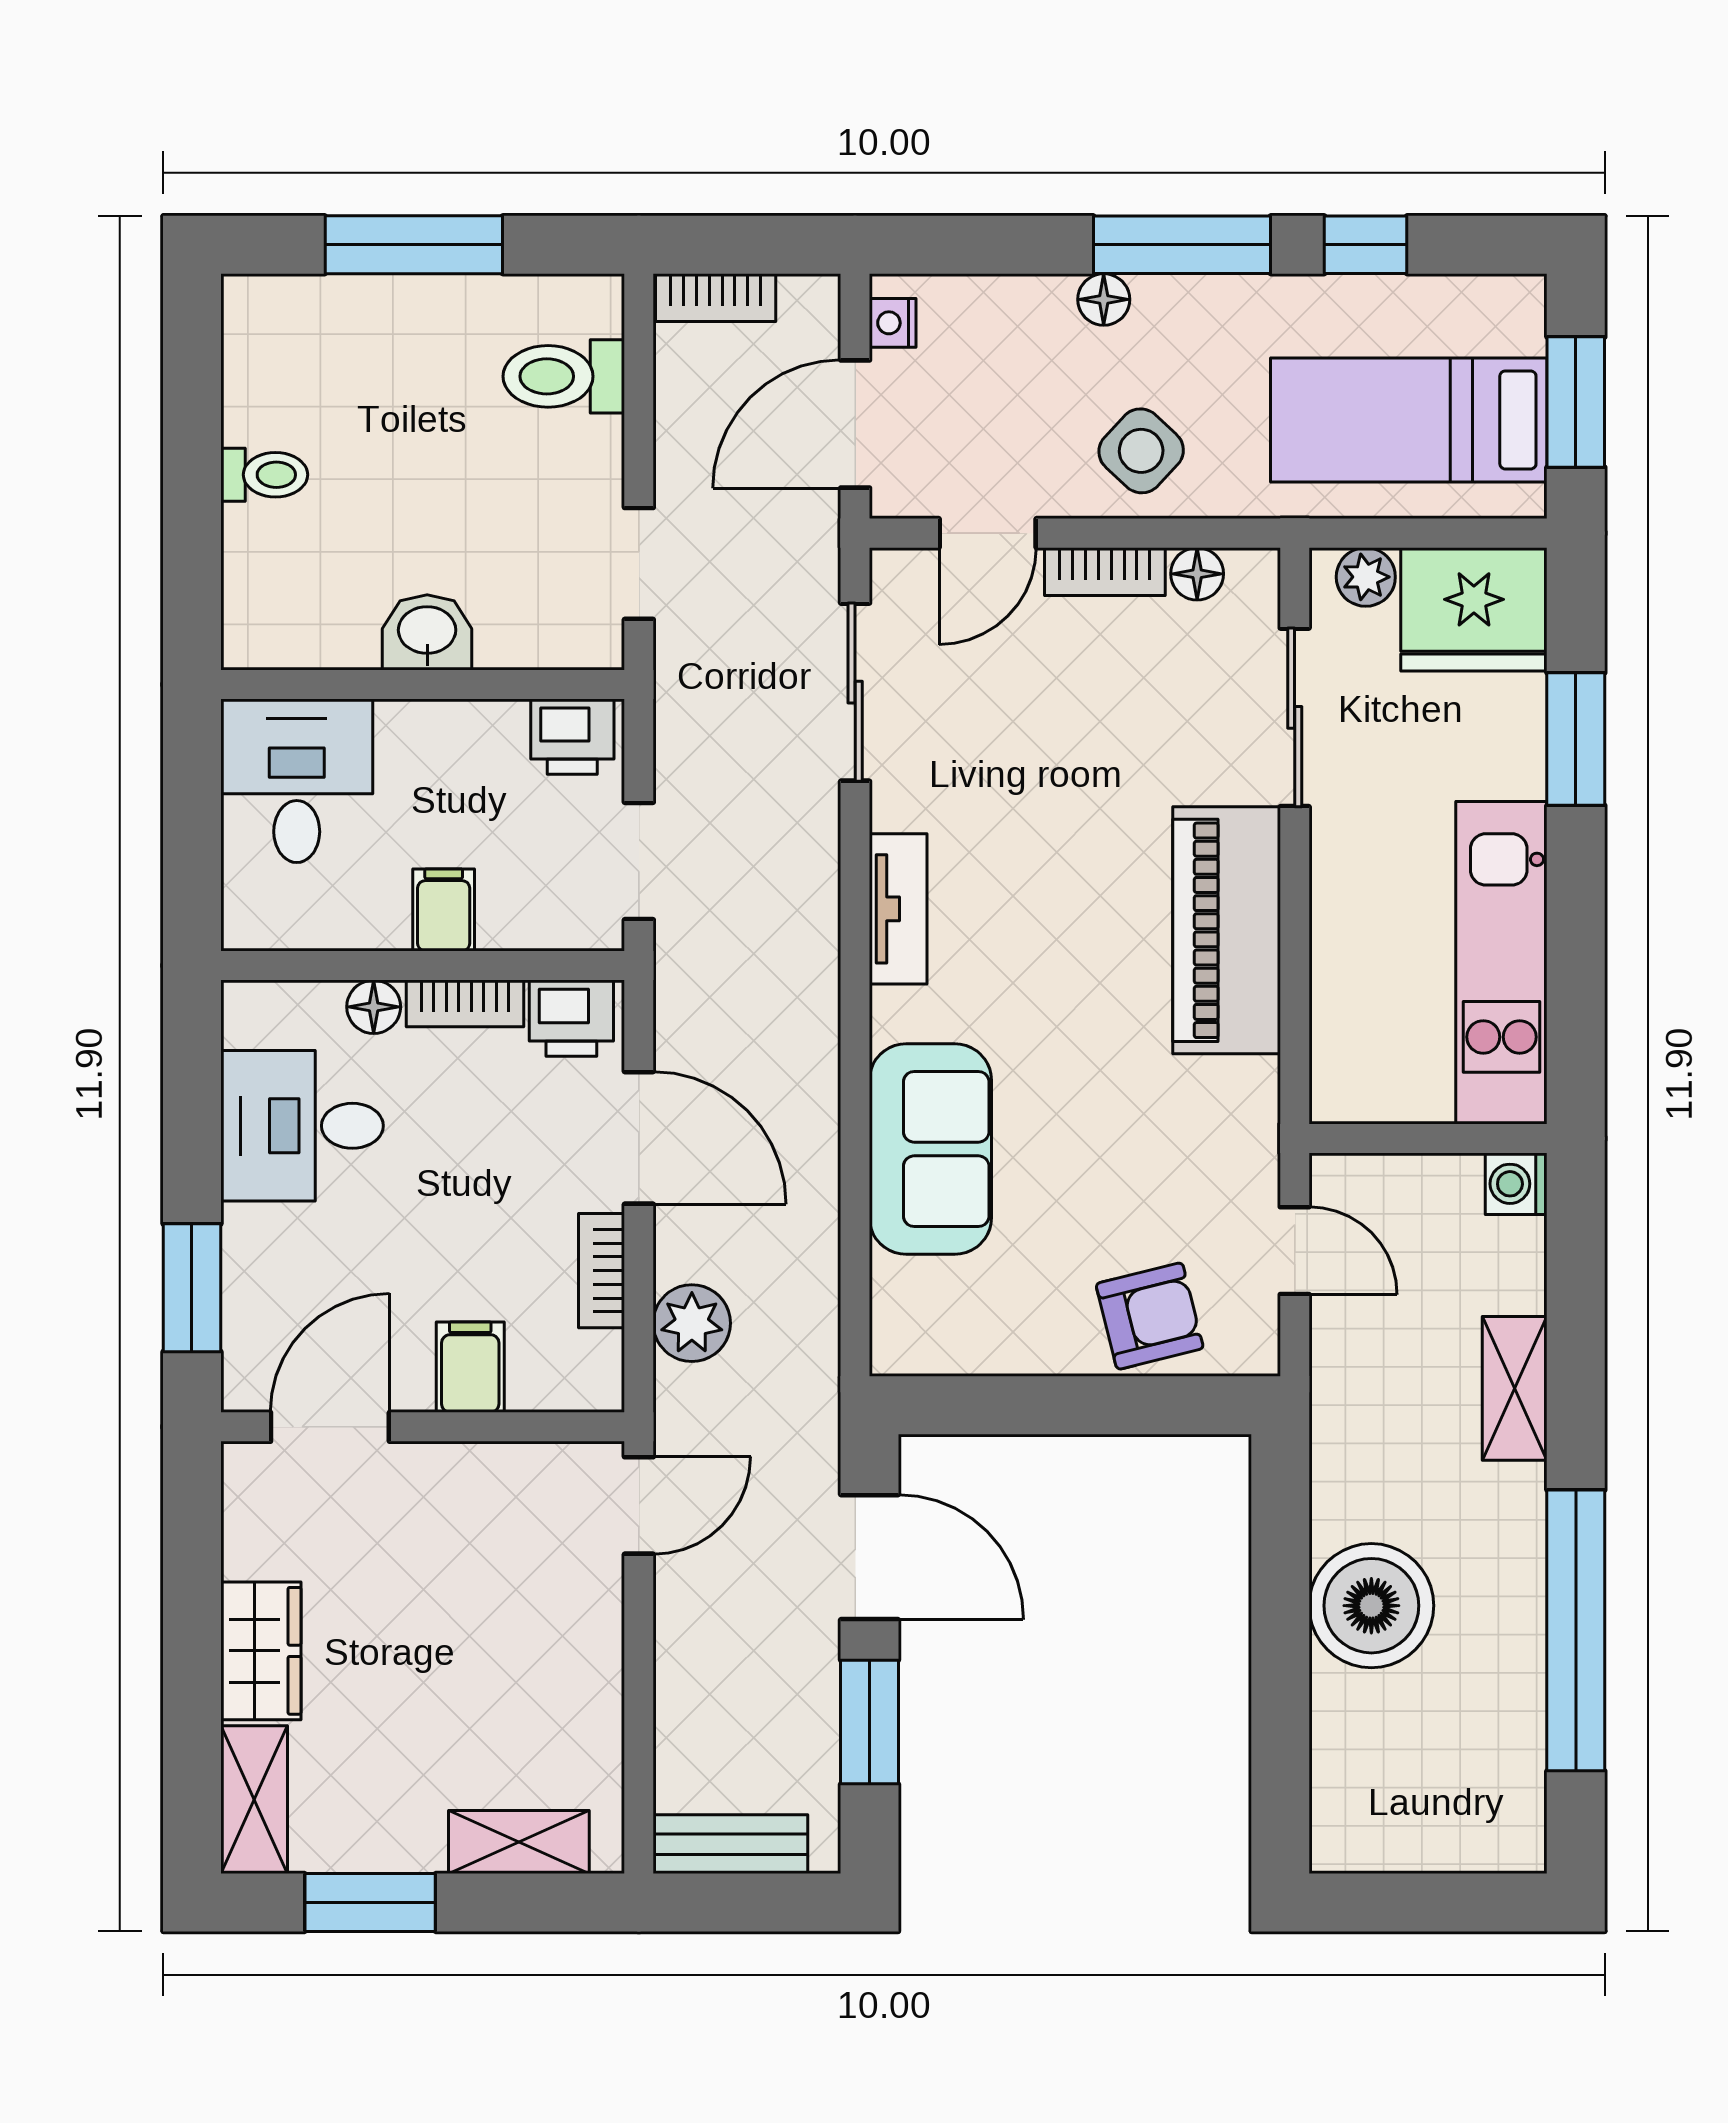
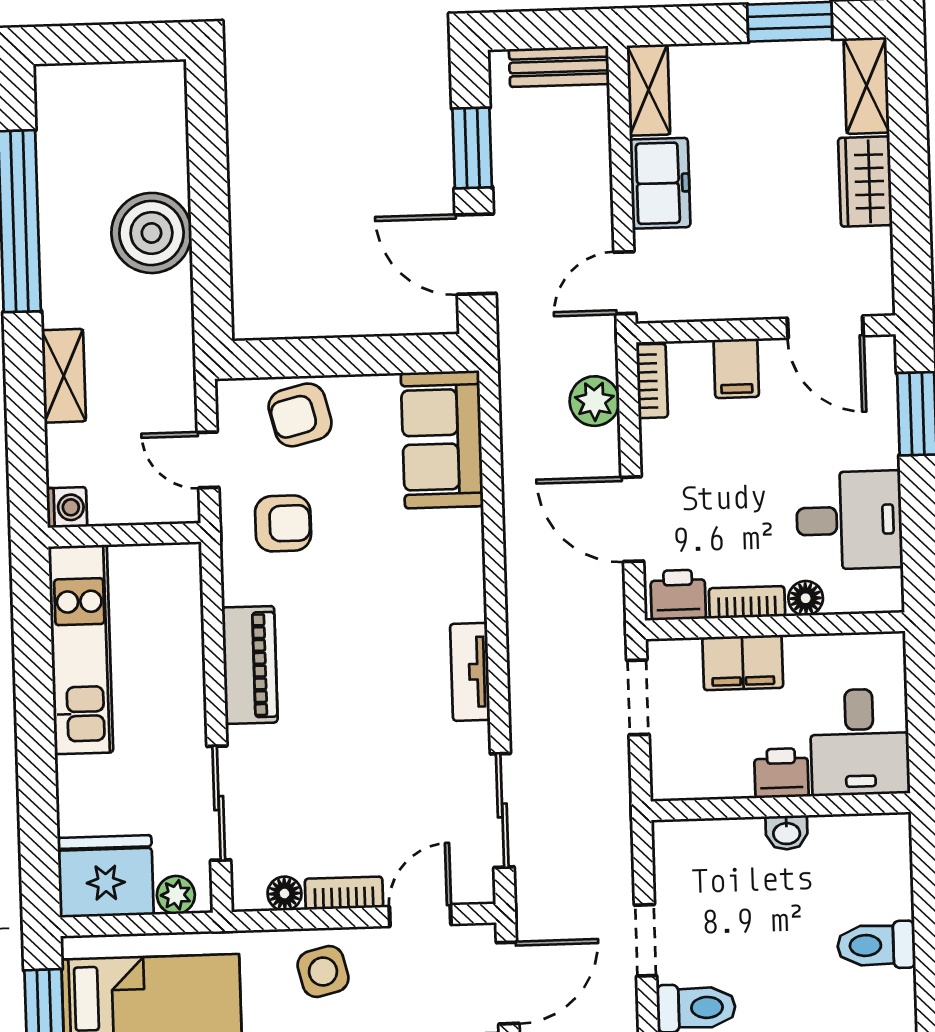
side table: (1141, 451) -> (323, 972), turned 33
toilet: (264, 475) -> (876, 945), width x1.37, depth x1.39
doorway: (639, 563) -> (646, 940), moved
washbasin: (427, 632) -> (787, 833), width x0.72, depth x0.69
printer: (572, 737) -> (781, 773), moved
window: (1576, 739) -> (37, 795), removed
filing cabinet: (444, 910) -> (743, 663), width x2.00
piano: (1227, 930) -> (250, 665), width x0.73, depth x0.75
armchair: (1181, 1148) -> (283, 523), added
sofa: (930, 1149) -> (442, 439), moved
bookcase: (602, 1271) -> (652, 381), moved
door: (330, 1427) -> (825, 327), hinge flipped
freezer: (579, 1658) -> (660, 183), added
shelving: (519, 1842) -> (649, 90), moved, turned 90

